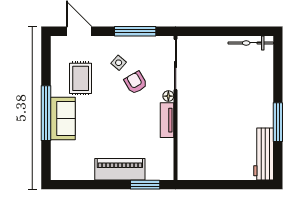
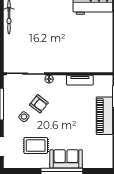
armchair: (136, 83) -> (39, 104), turned -112
tv unit: (167, 120) -> (80, 80), moved

